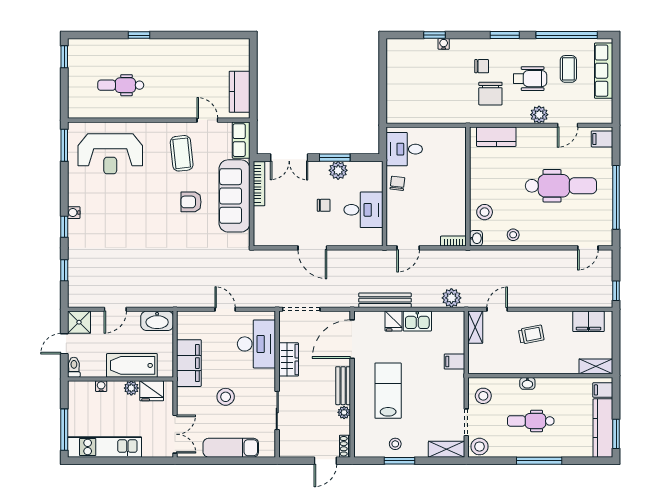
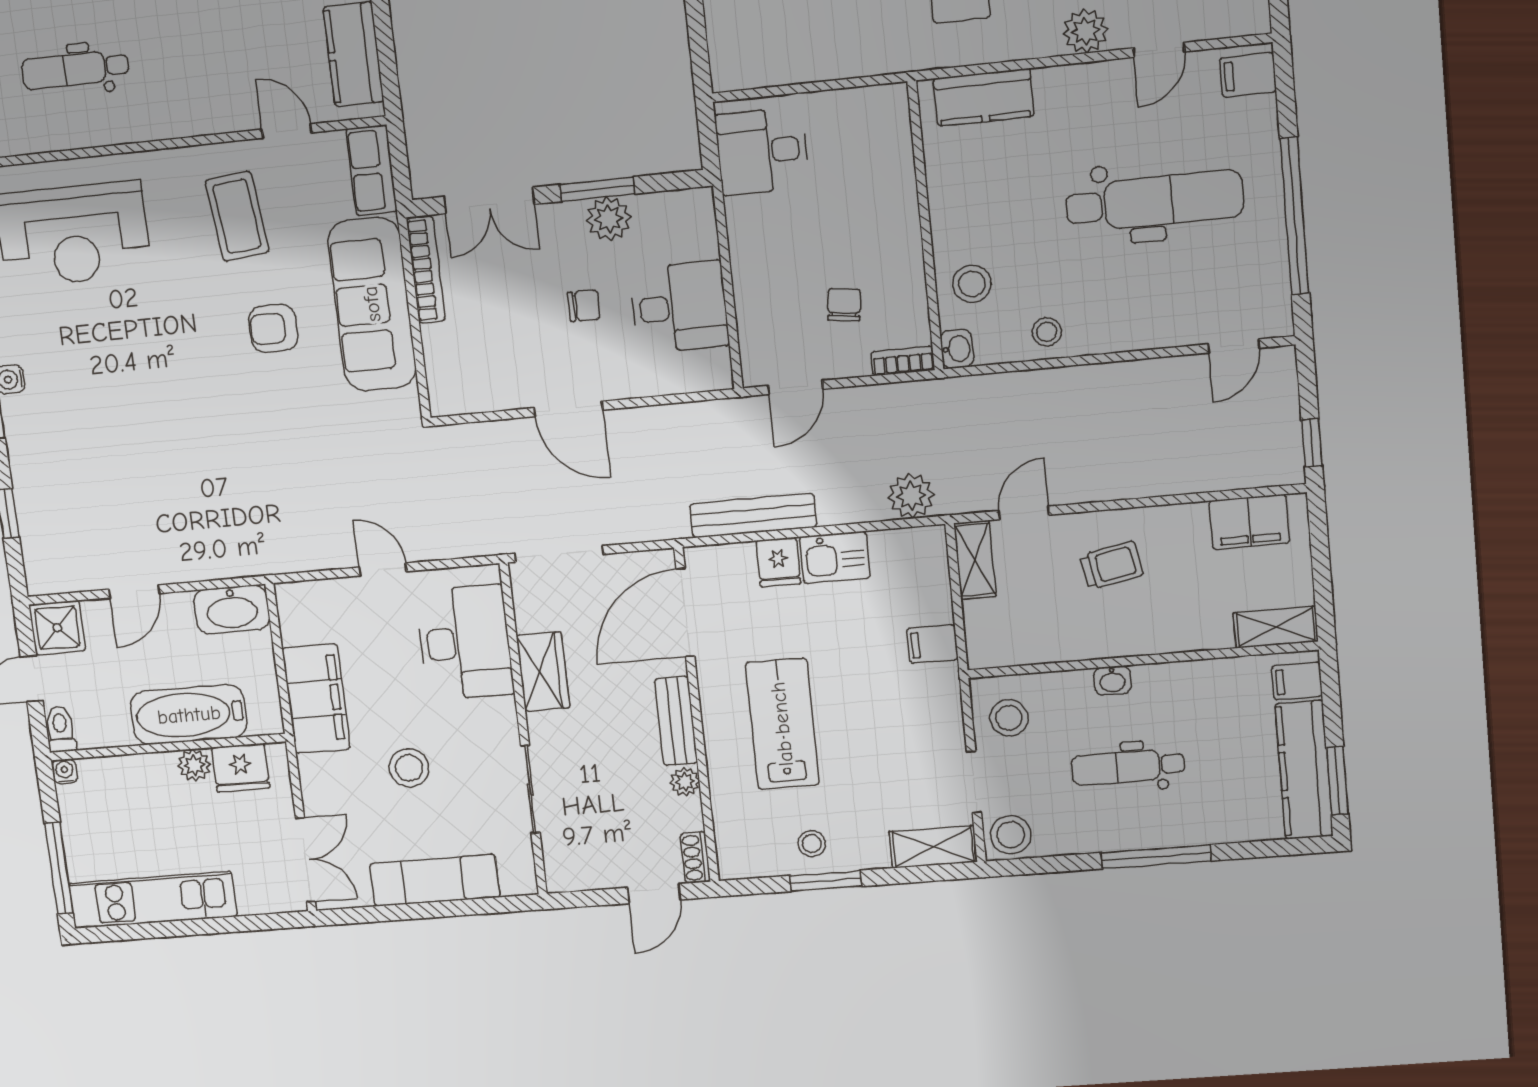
chair: (397, 183) -> (844, 305), moved
water cooler: (101, 386) -> (65, 771), moved

